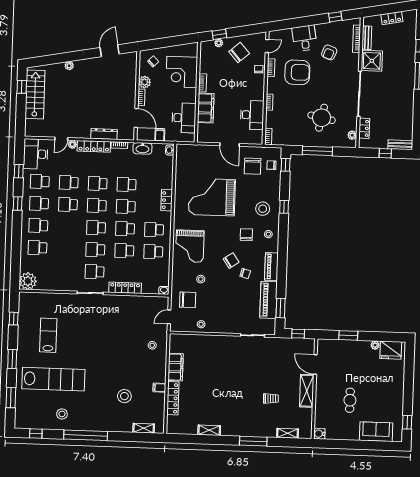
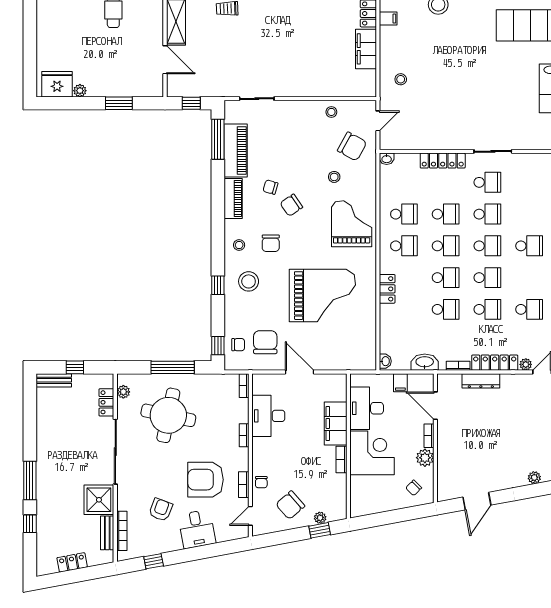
corner desk: (182, 72) -> (372, 453), moved
round table: (322, 118) -> (168, 415), width x1.36, depth x1.36
school desk: (68, 205) -> (529, 246), moved
chair: (188, 300) -> (352, 146), turned -151
window: (281, 308) -> (218, 139), width x1.44

